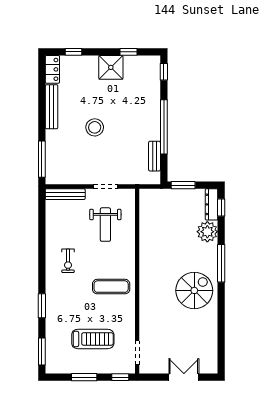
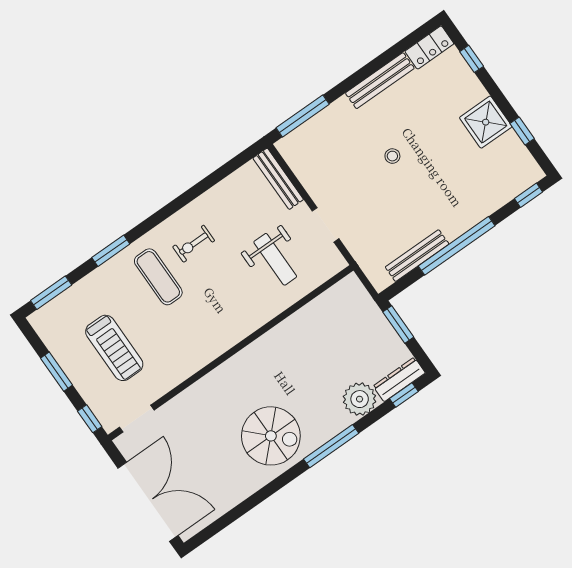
stool: (95, 127) -> (392, 156), width x0.53, depth x0.53
bench: (154, 156) -> (417, 256), width x1.36
weight bench: (105, 225) -> (275, 259), turned -90
exercise mat: (111, 287) -> (158, 277), moved
double door: (184, 377) -> (148, 502), width x1.87

